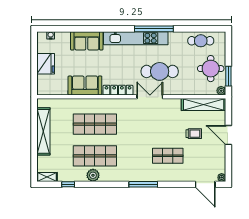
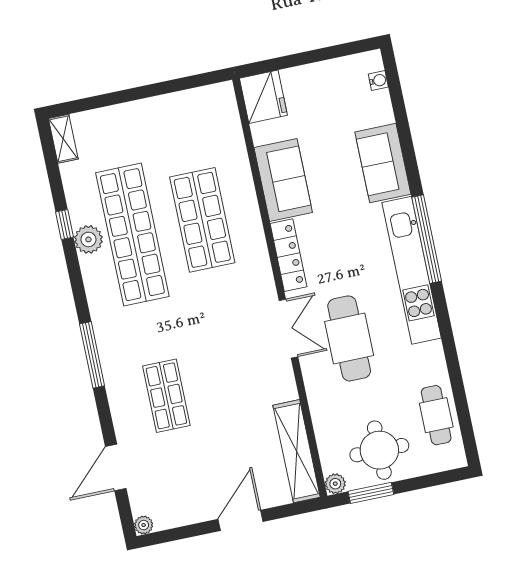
window: (154, 29) -> (427, 239), moved
fridge: (46, 64) -> (263, 97), moved, turned -90
shelving: (43, 131) -> (162, 109), removed
trolley: (194, 134) -> (228, 443), removed
shop shelf: (95, 156) -> (132, 235), width x1.40
window: (68, 184) -> (65, 225), moved
door: (205, 184) -> (116, 467), moved

